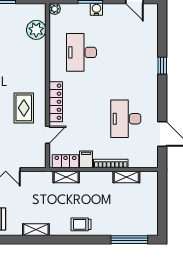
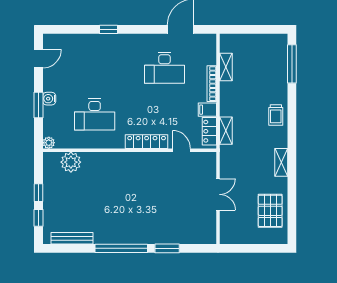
rug: (24, 108) -> (153, 175), removed

